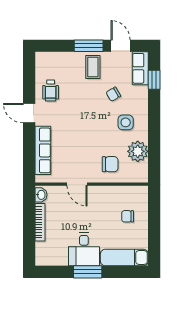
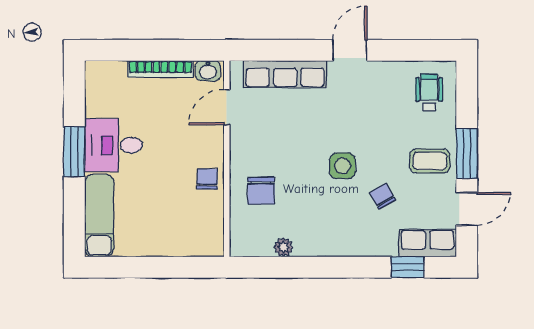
wheelchair: (51, 91) -> (429, 92), moved, turned 90
side table: (126, 122) -> (342, 166), moved
plant: (138, 151) -> (283, 247), width x0.53, depth x0.53
door: (77, 184) -> (227, 107), moved
chair: (128, 216) -> (207, 179), moved

